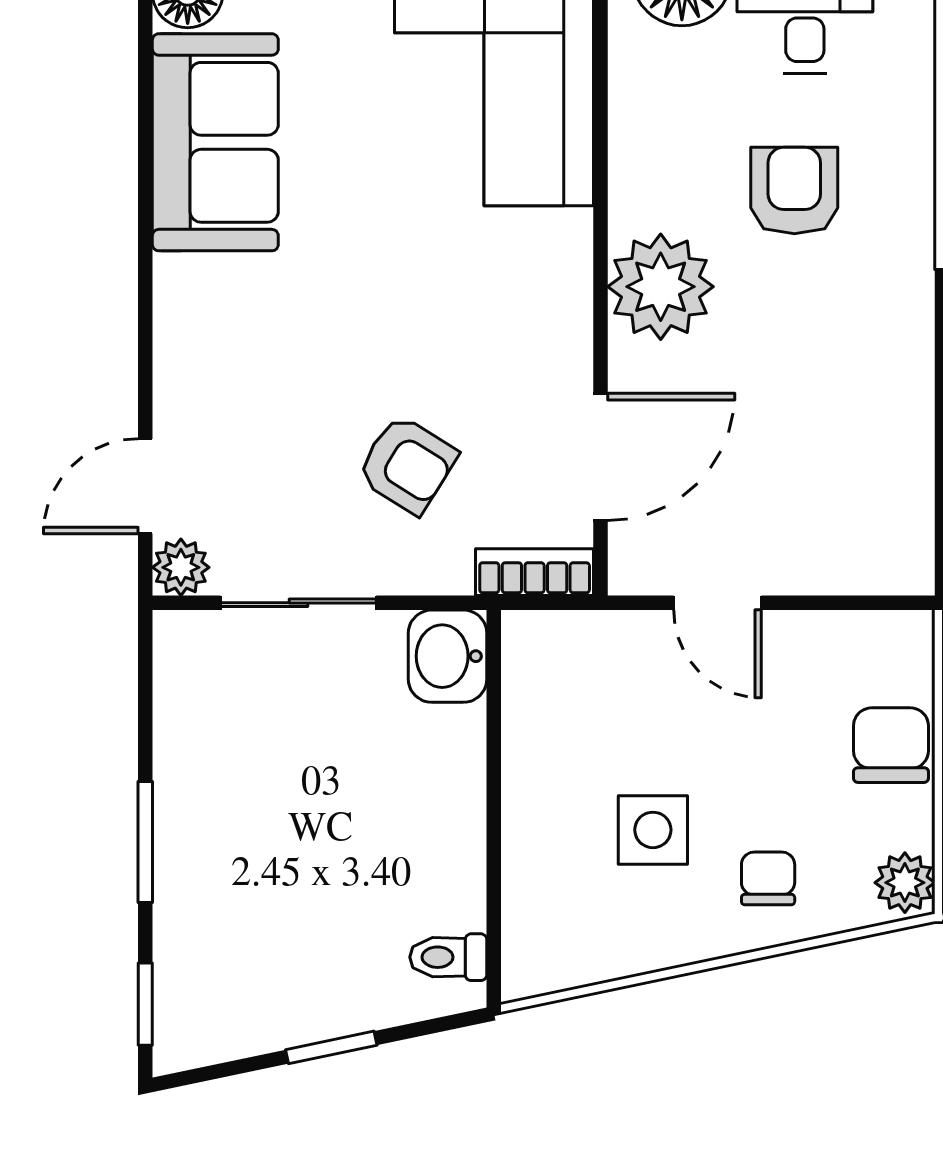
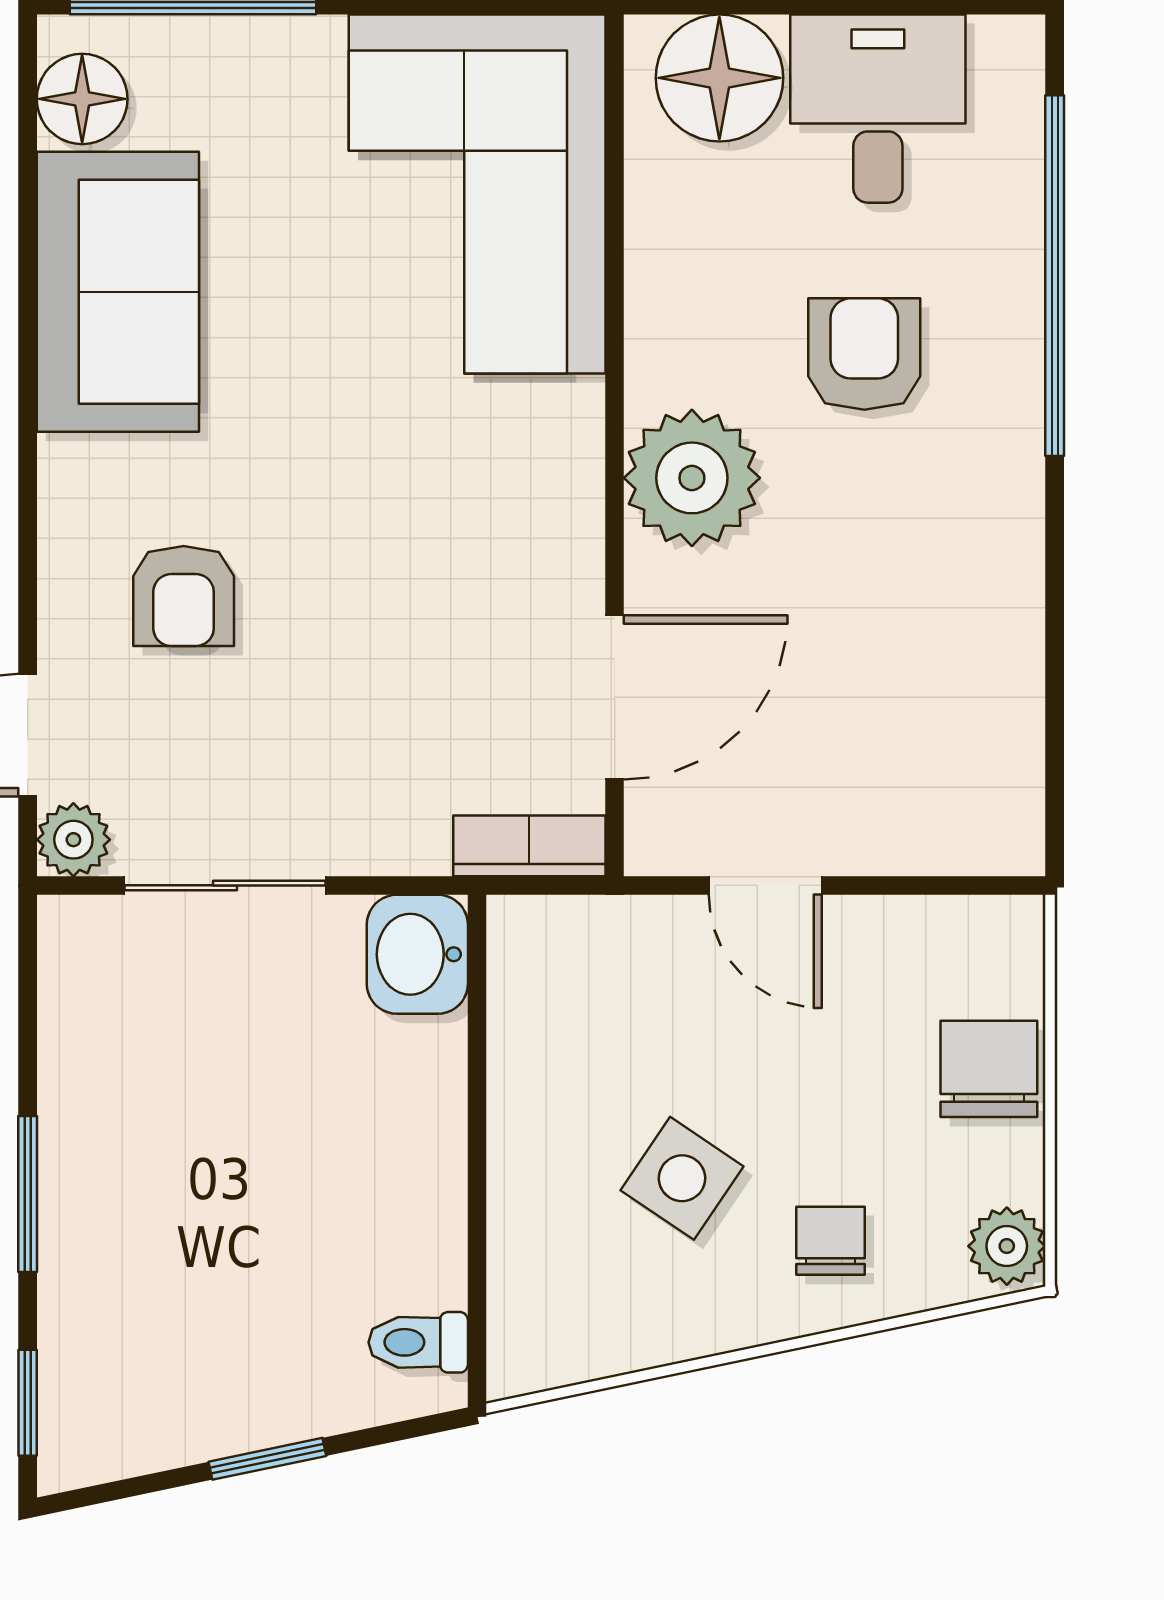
armchair: (407, 464) -> (184, 596), moved, turned 58
side table: (653, 830) -> (682, 1178), turned 34

